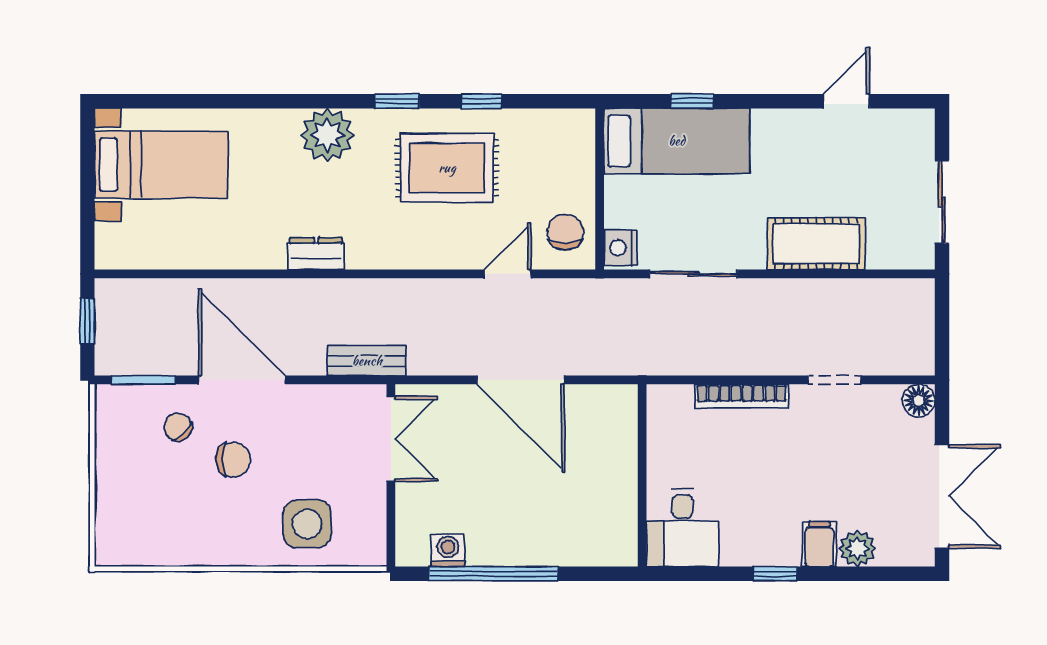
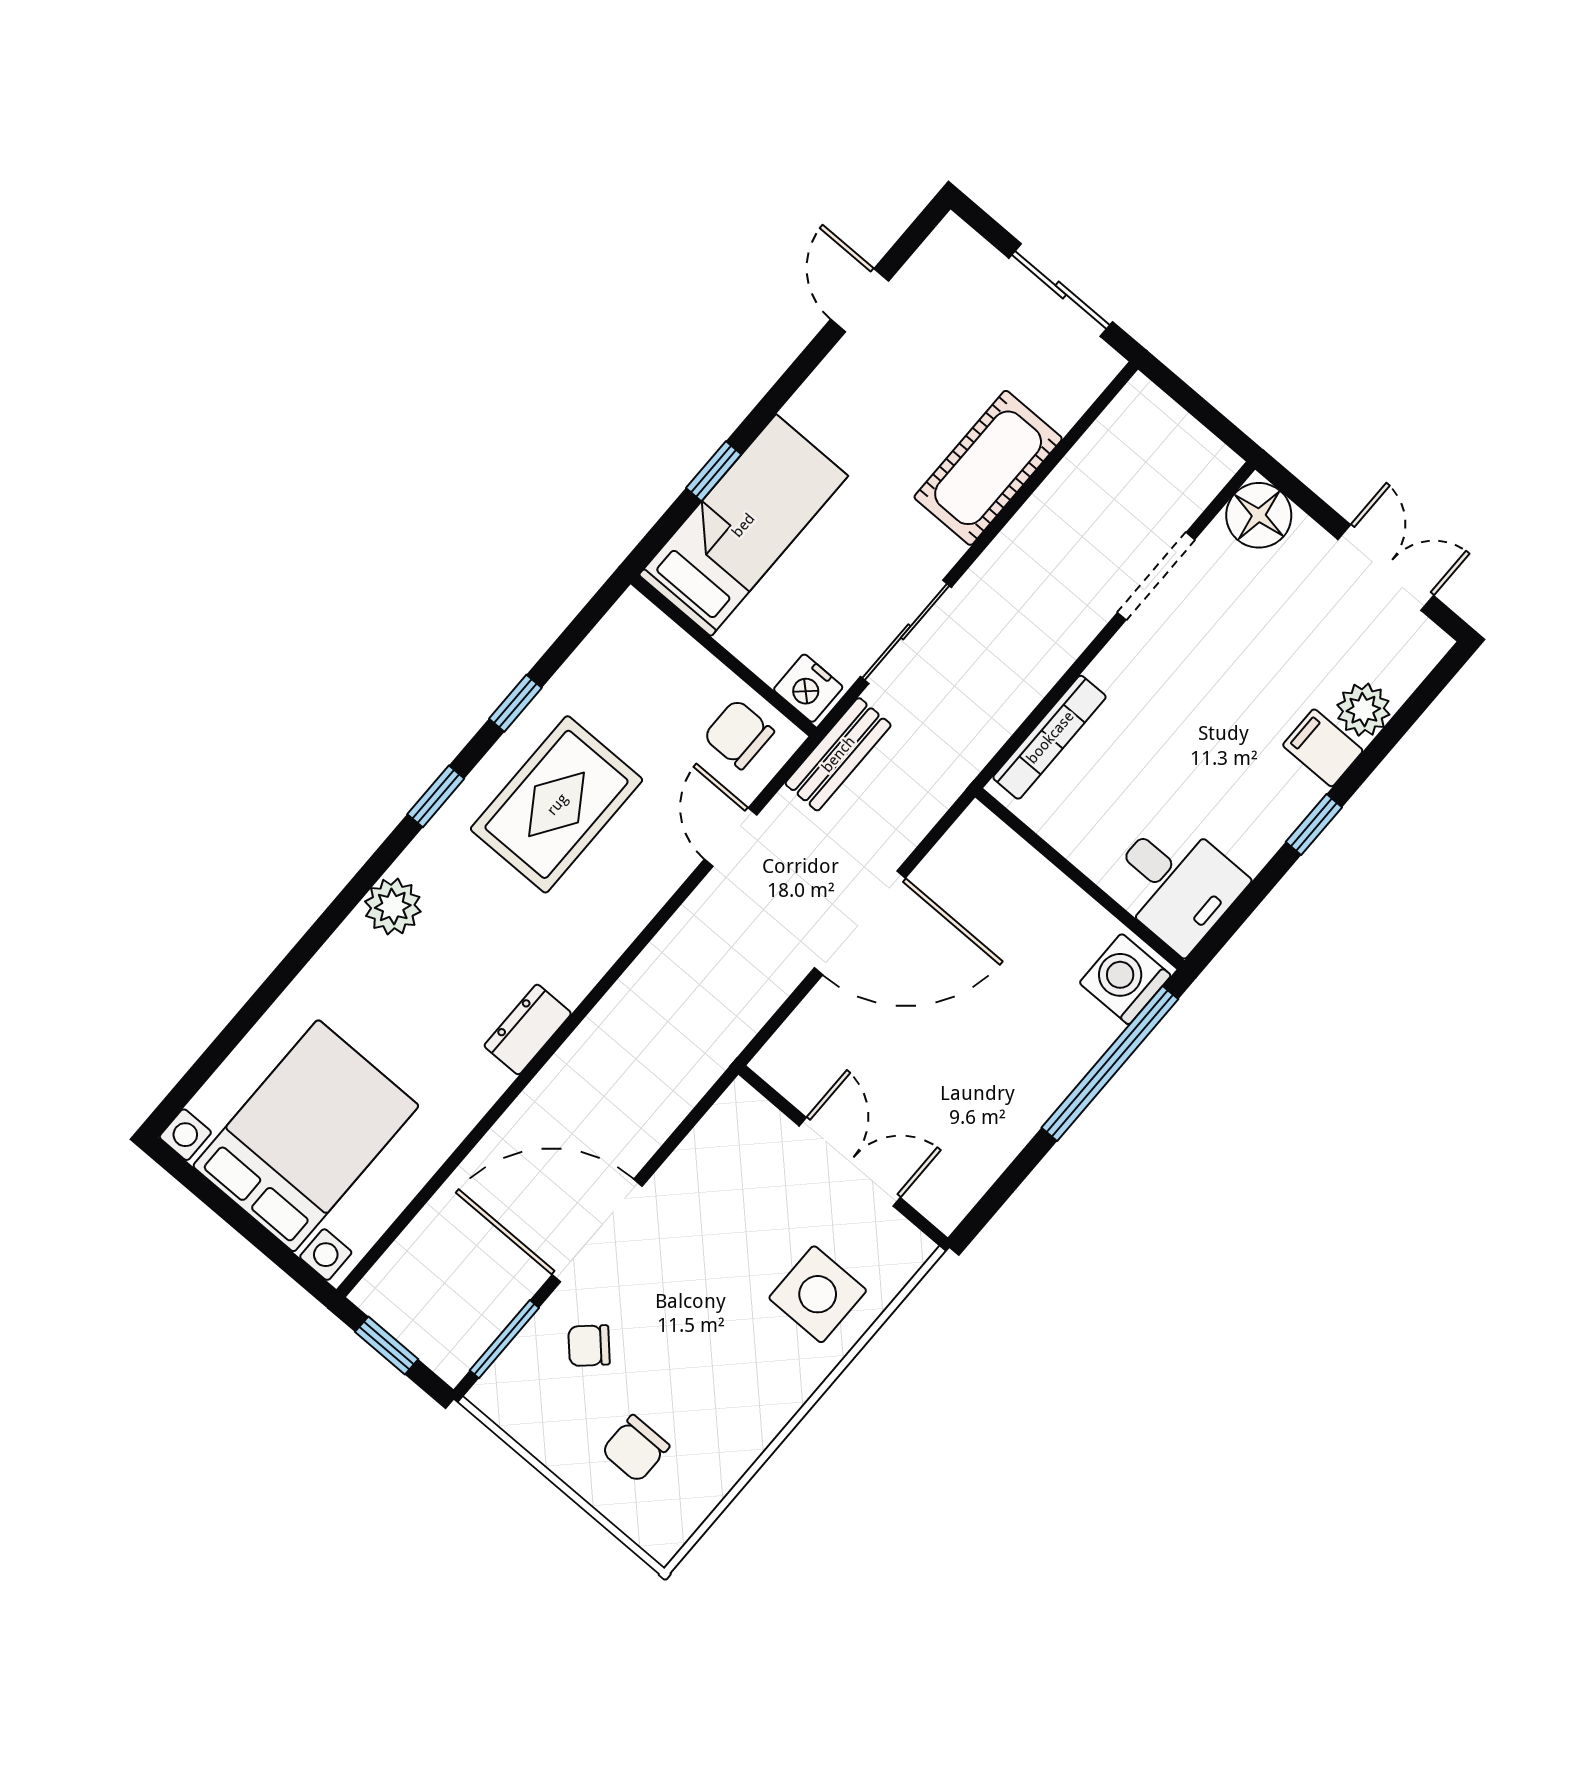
plant: (327, 135) -> (393, 907), width x0.73, depth x0.73
bed with nightstands: (161, 165) -> (306, 1136), width x1.36
bench: (367, 361) -> (838, 754), moved
doorway: (835, 380) -> (1156, 576), width x1.38
bookcase: (742, 396) -> (1050, 737), moved
floor lamp: (919, 400) -> (1259, 515), width x1.38, depth x1.38
double door: (391, 439) -> (850, 1162), moved
chair: (233, 460) -> (635, 1449), moved, turned 180
double door: (942, 496) -> (1386, 568), width x0.73
washing machine: (448, 550) -> (1125, 979), moved, width x1.38, depth x1.38
window: (493, 574) -> (1110, 1063), moved

